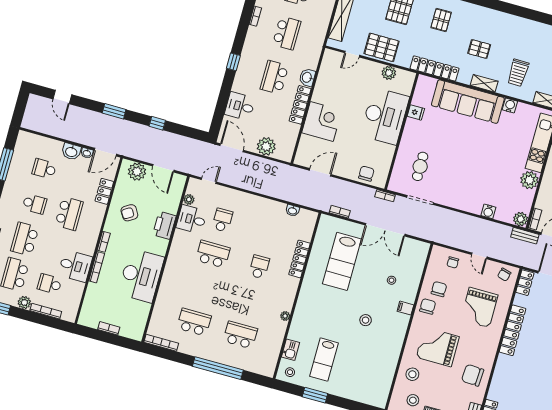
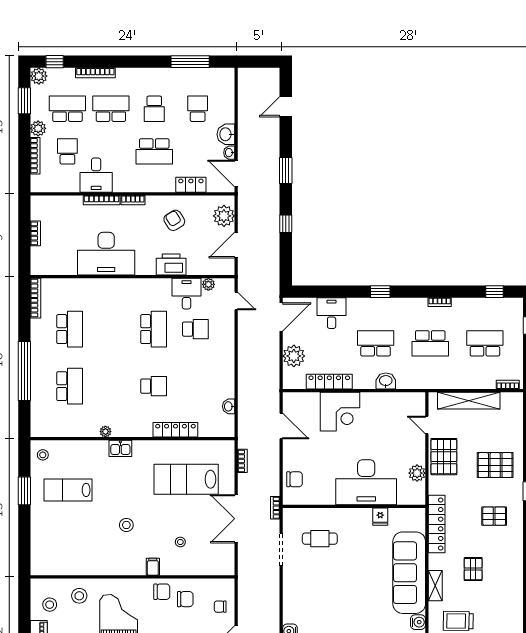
locker: (300, 105) -> (329, 382), moved
kitchen sink: (291, 350) -> (120, 448), moved

